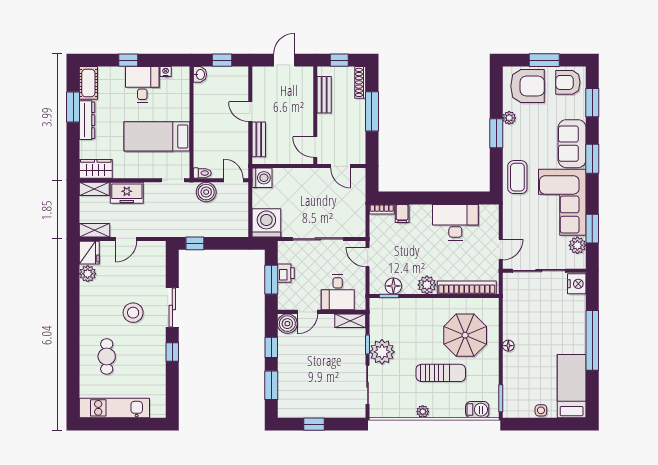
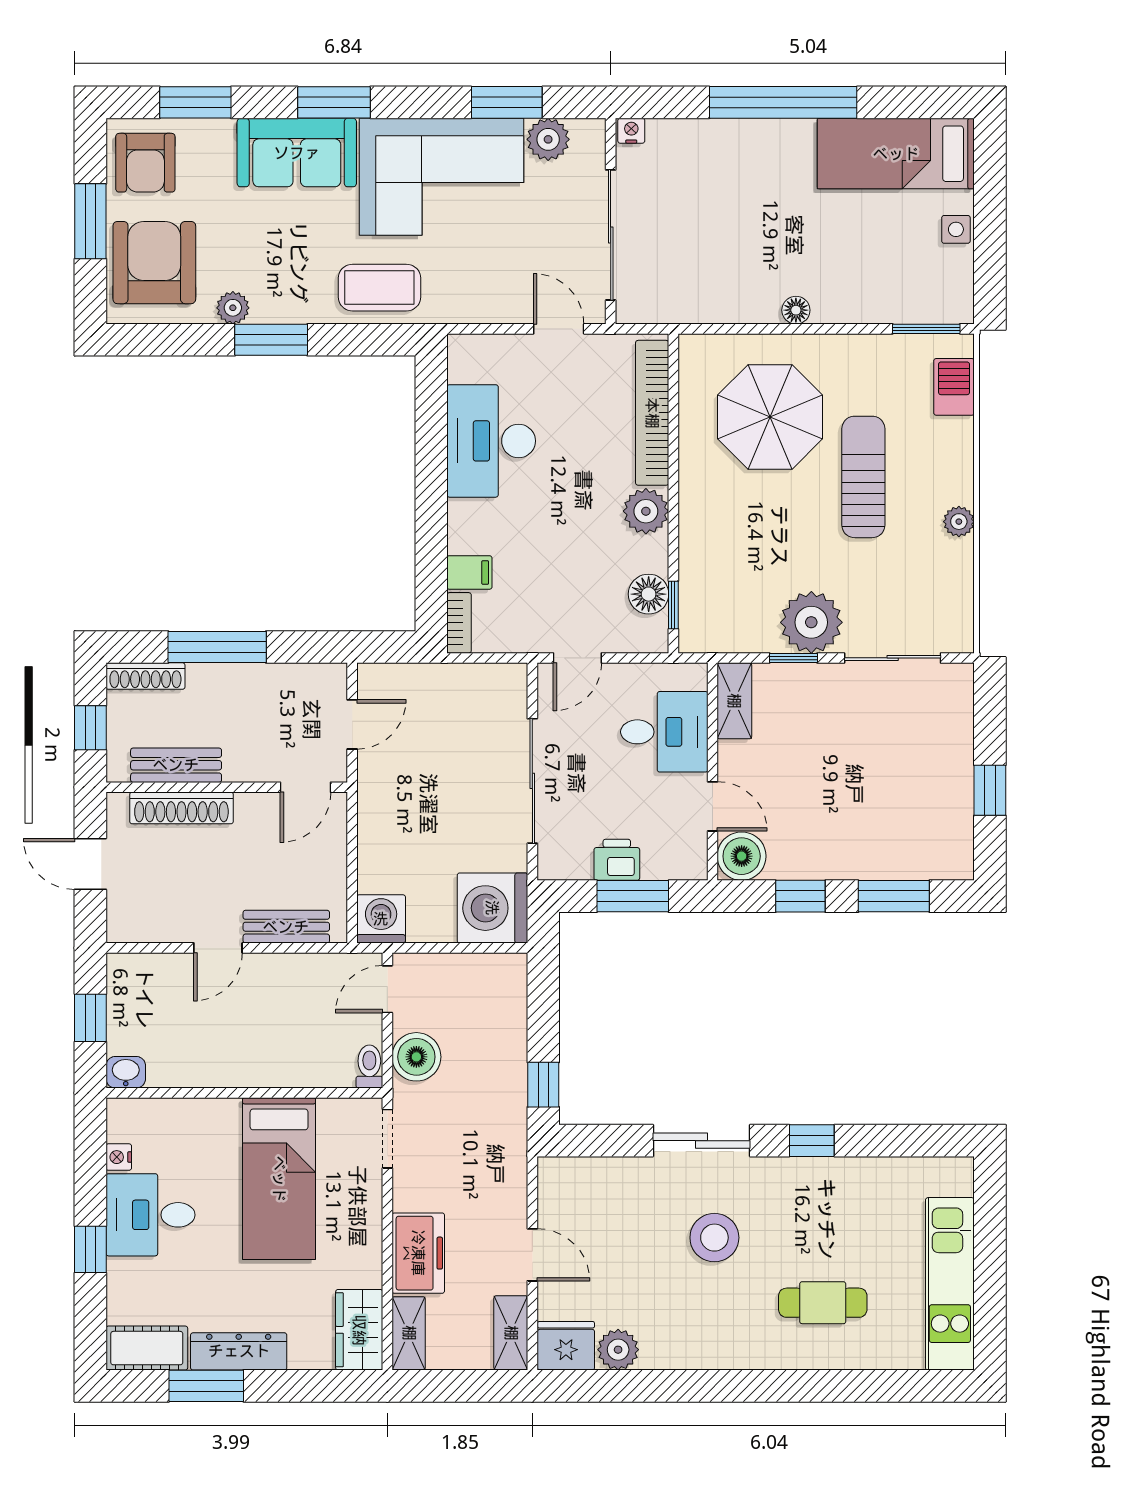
shoe rack: (307, 97) -> (181, 808), added
nightstand: (577, 284) -> (631, 131), width x0.53, depth x0.56

